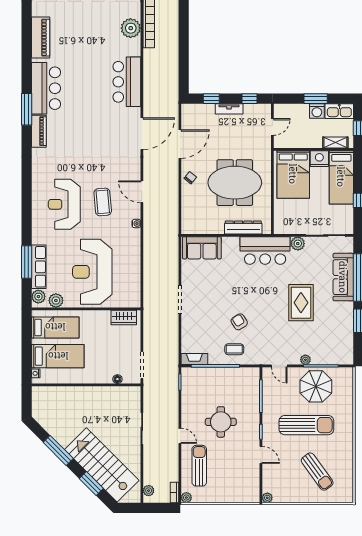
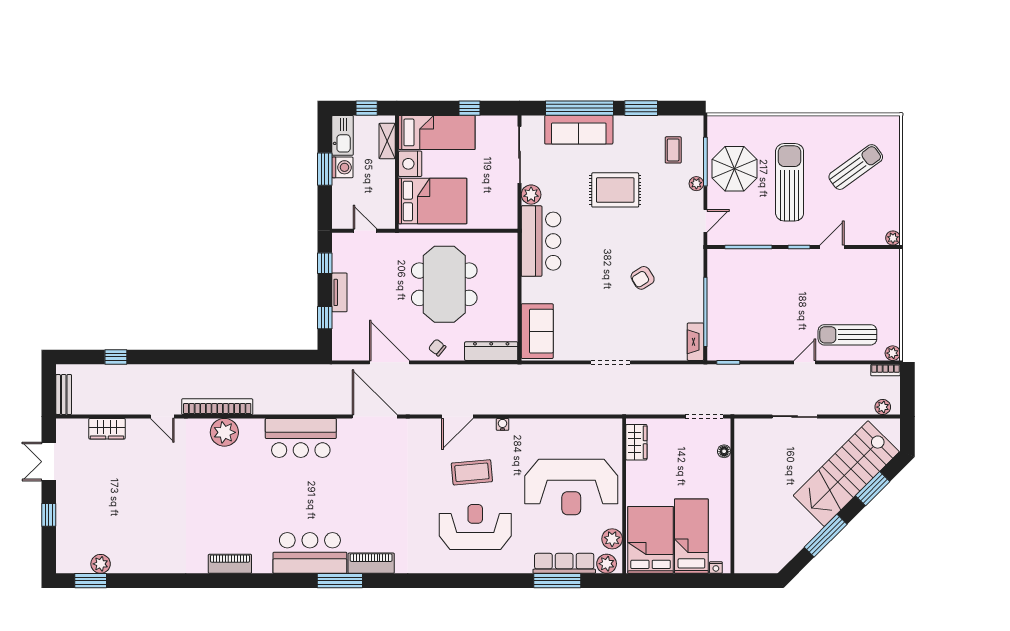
piano: (41, 38) -> (230, 564), width x0.73, depth x0.75
reception desk: (64, 204) -> (475, 527), turned 180
dresser: (243, 228) -> (491, 351), moved, turned 90
bed: (55, 327) -> (651, 540), width x1.50
coffee table: (234, 349) -> (673, 150), moved
round table: (221, 422) -> (785, 304), removed

